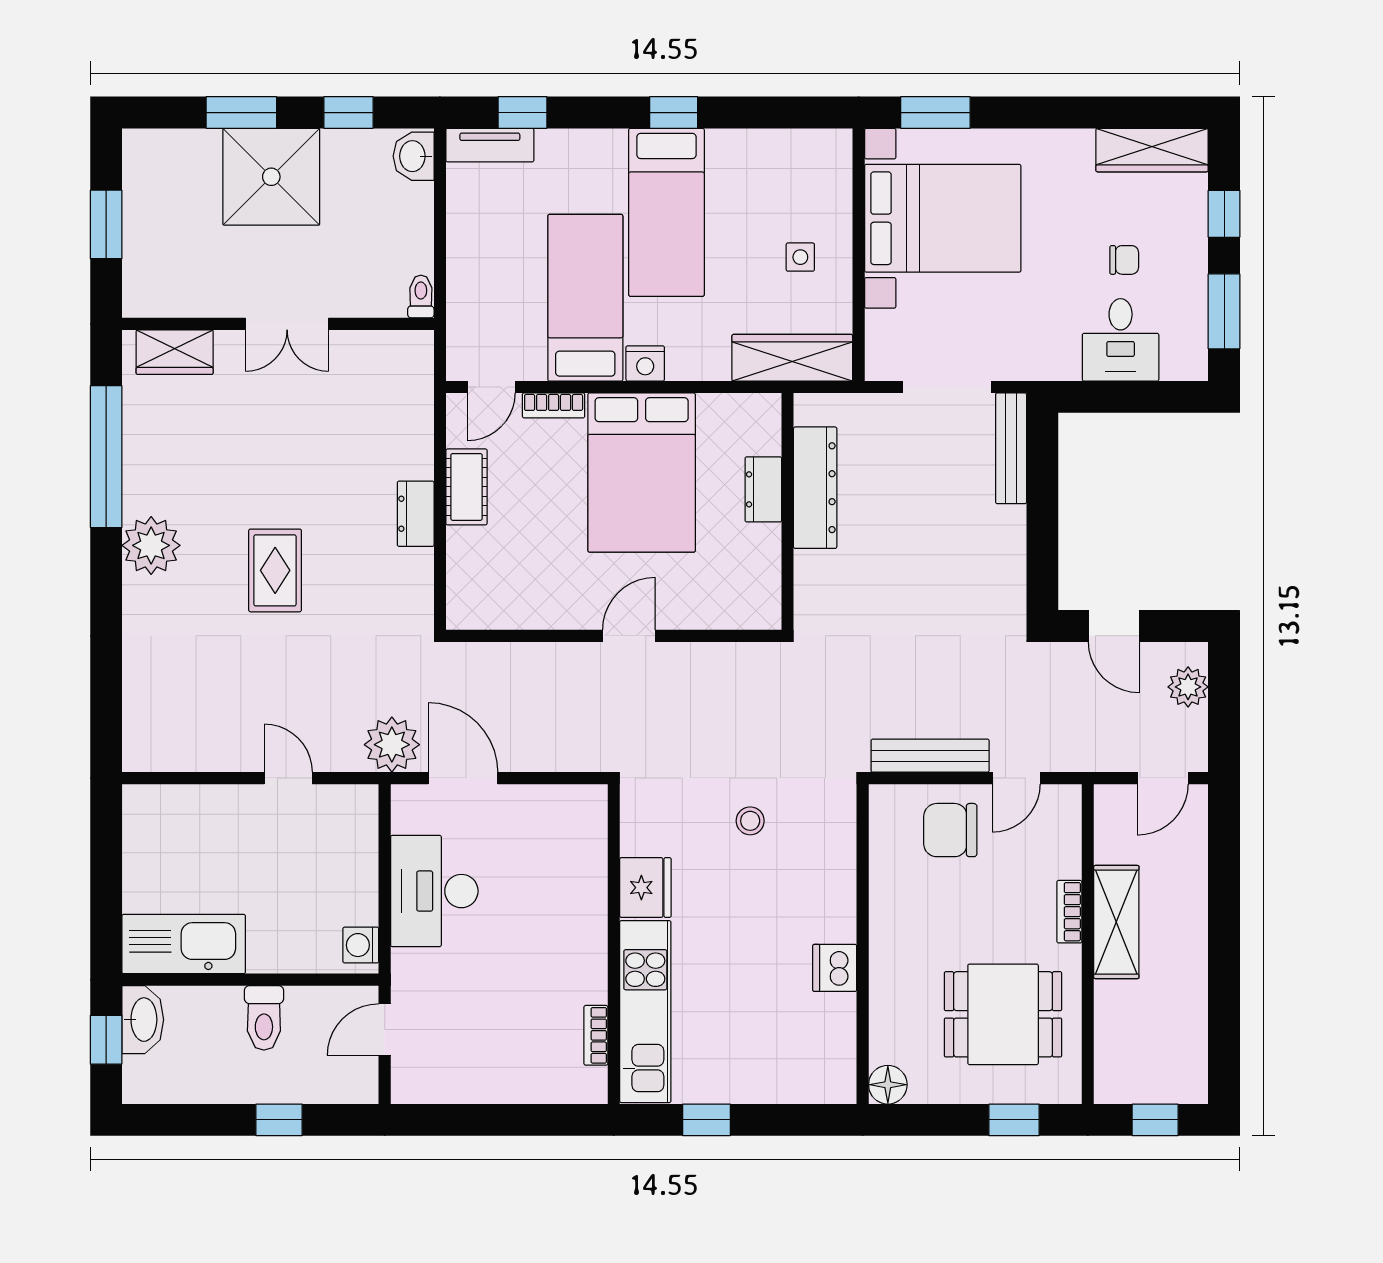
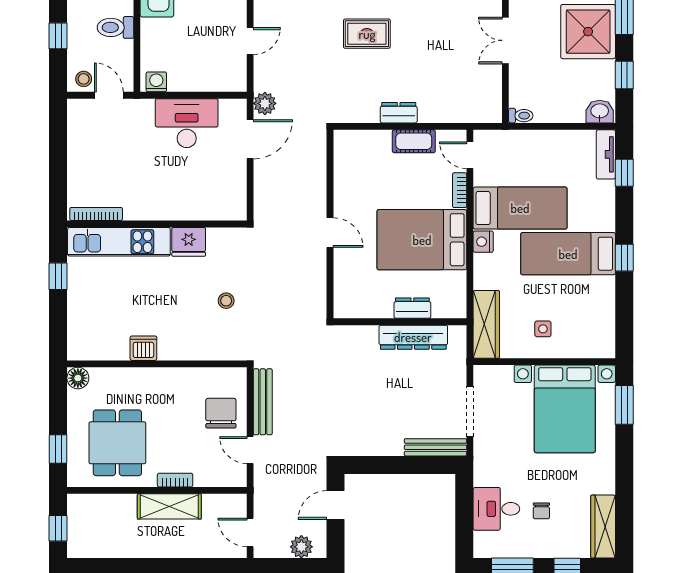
plant: (392, 745) -> (265, 103), width x0.73, depth x0.73
bookcase: (596, 1035) -> (96, 214), width x1.56
stool: (356, 1074) -> (84, 79), added

